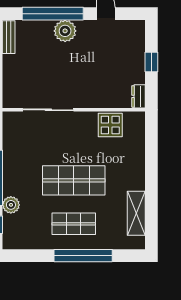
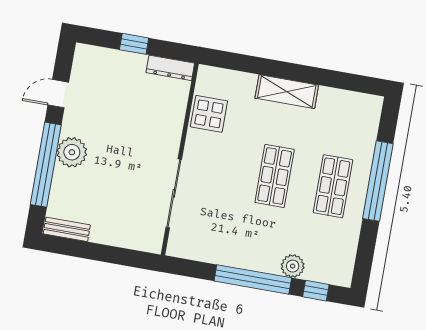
dresser: (138, 96) -> (170, 68), width x1.44
shop shelf: (74, 180) -> (275, 176), width x0.70, depth x0.74
shelving: (136, 213) -> (287, 92), moved

